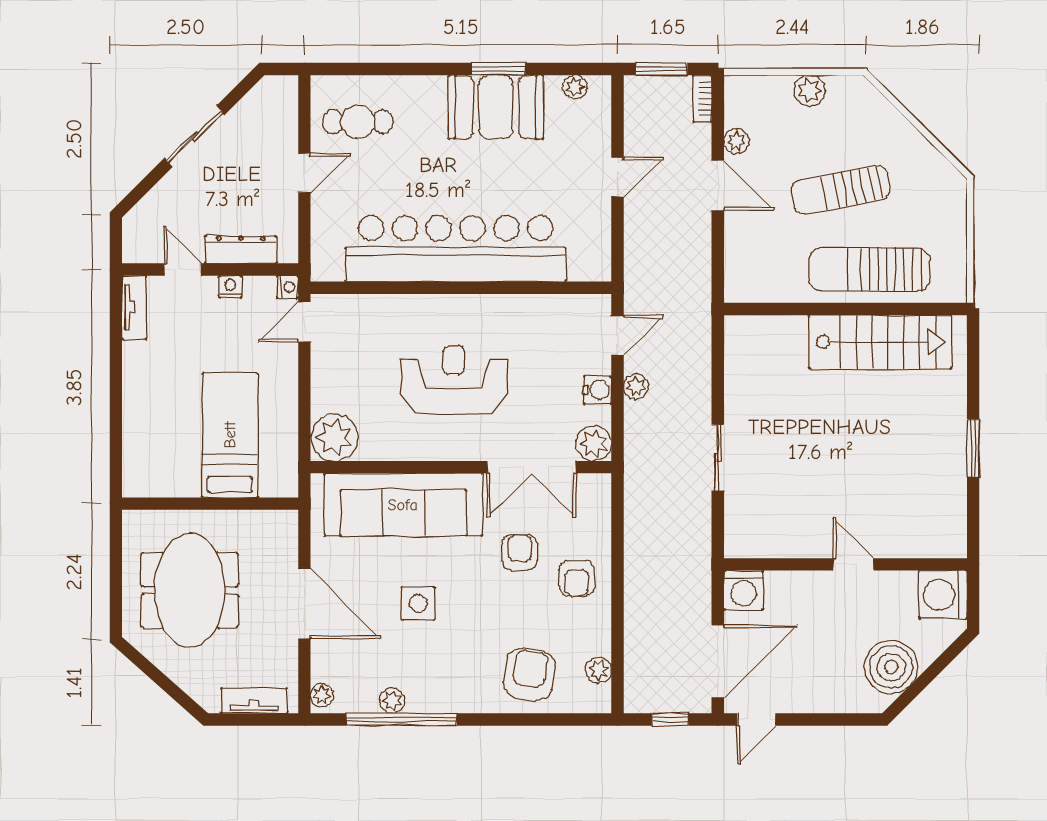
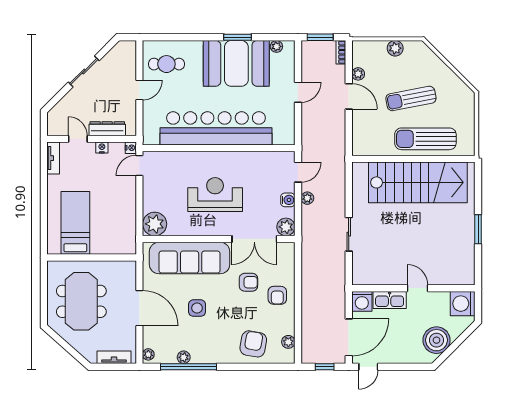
booth: (496, 107) -> (236, 63), width x1.36, depth x1.42
stairs: (880, 342) -> (418, 182), width x1.36, depth x1.51
bed: (230, 435) -> (75, 223), moved
armchair: (520, 553) -> (248, 282), turned 90
kitchen sink: (798, 588) -> (390, 300), added

